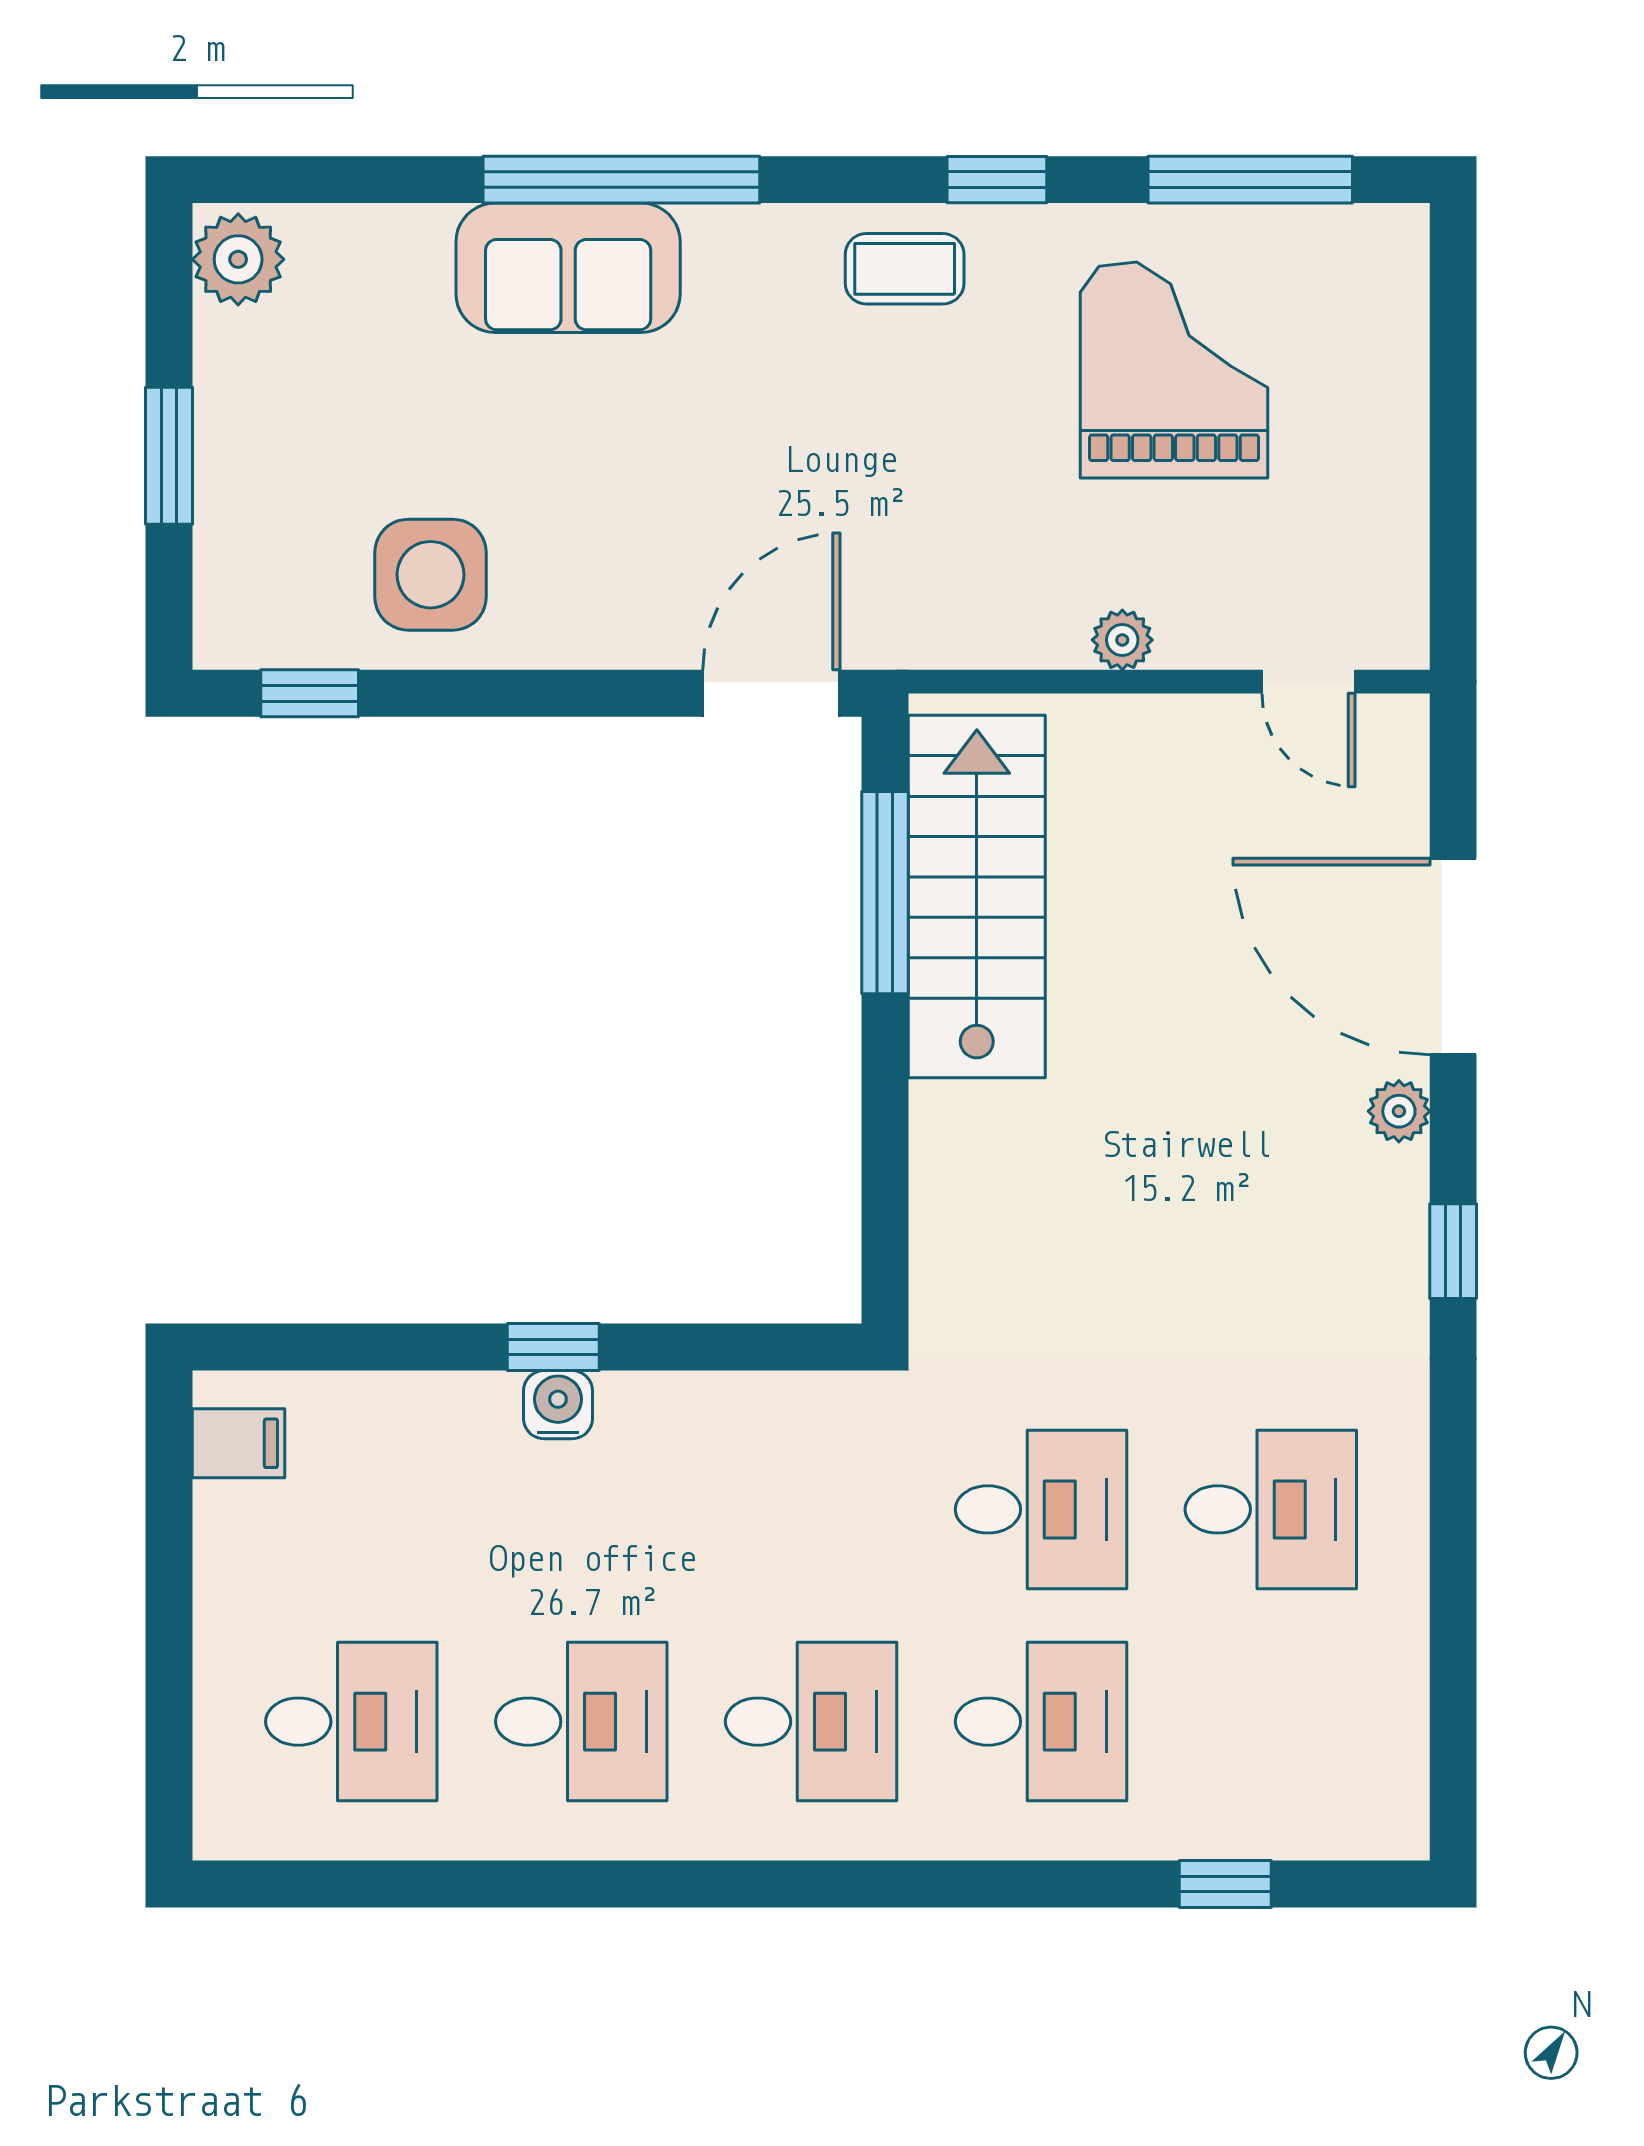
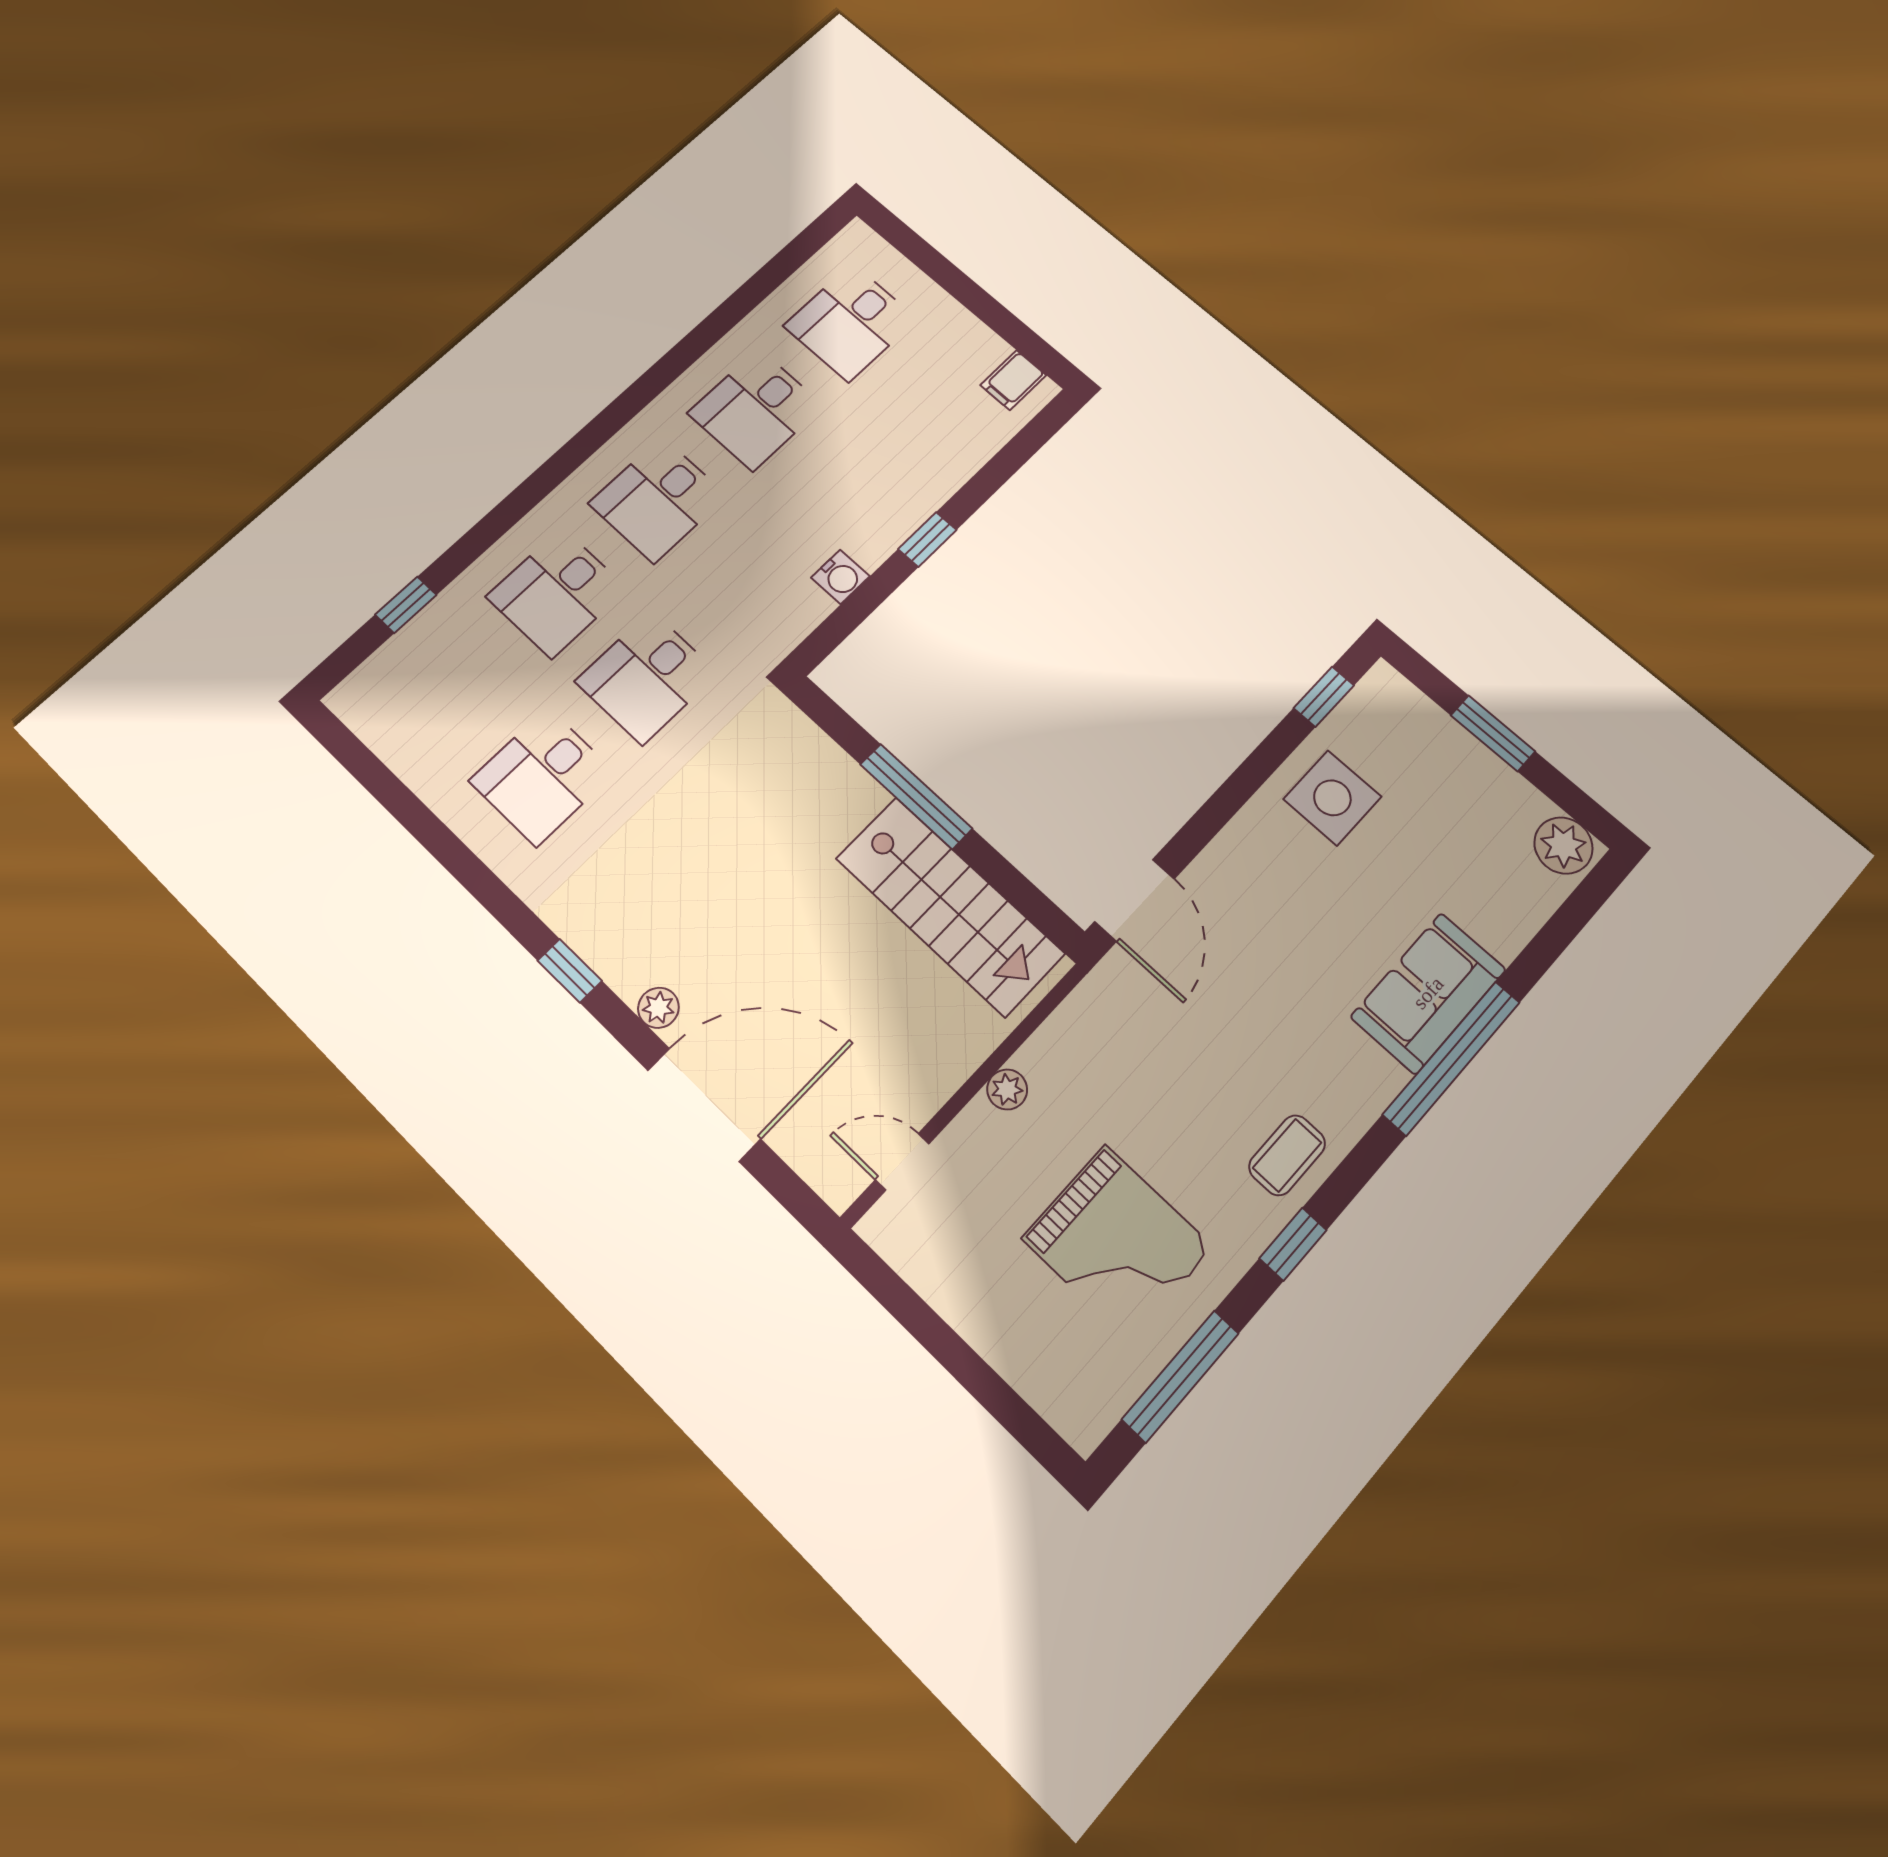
window: (885, 893) -> (916, 796), moved
water cooler: (558, 1405) -> (840, 577), moved

